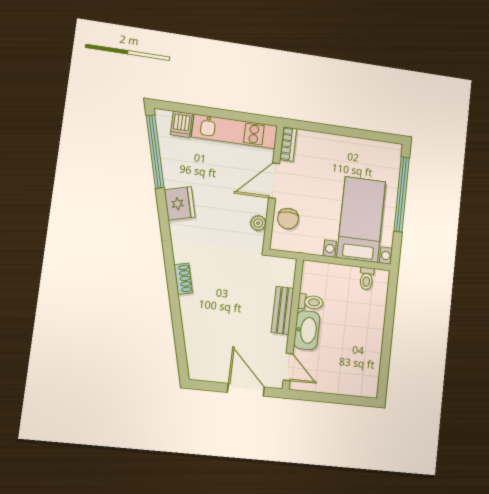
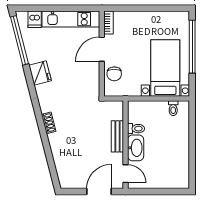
plant: (258, 223) -> (94, 80), removed
door: (246, 390) -> (99, 192), hinge flipped

